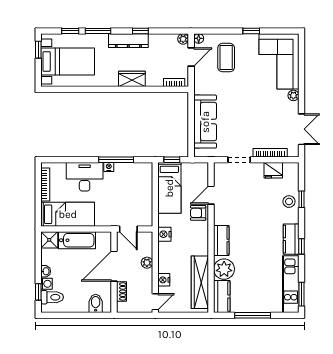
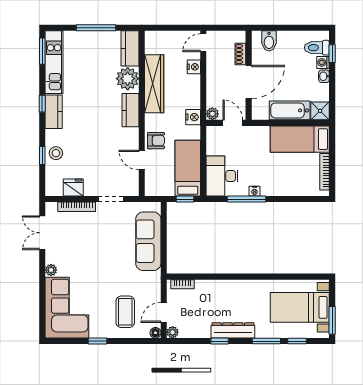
window: (38, 50) -> (332, 320), width x1.50
wardrobe: (132, 79) -> (229, 288), removed
desk: (85, 177) -> (222, 176), moved, turned 90
door: (211, 195) -> (142, 160), swing flipped
plant: (147, 263) -> (212, 114), moved
wardrobe: (200, 282) -> (154, 84), moved

